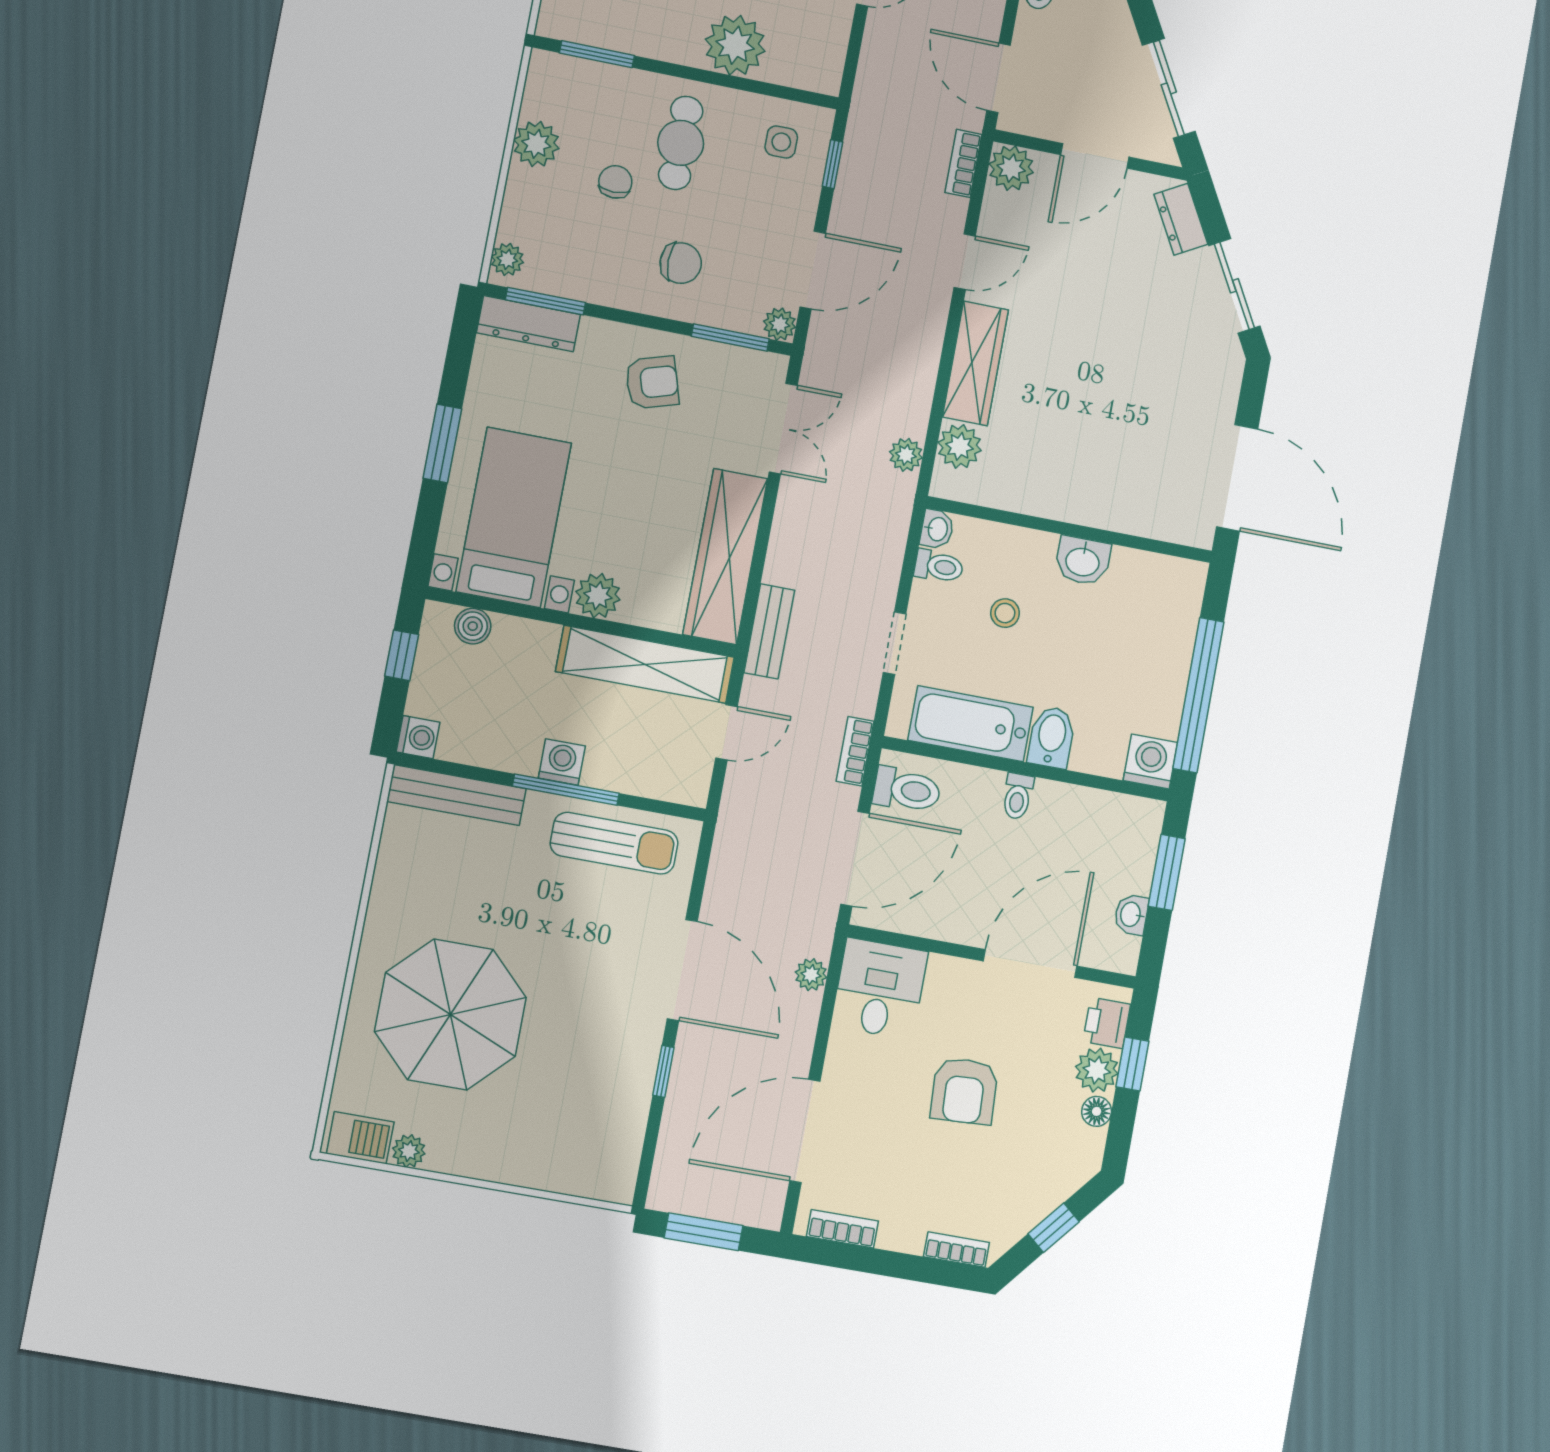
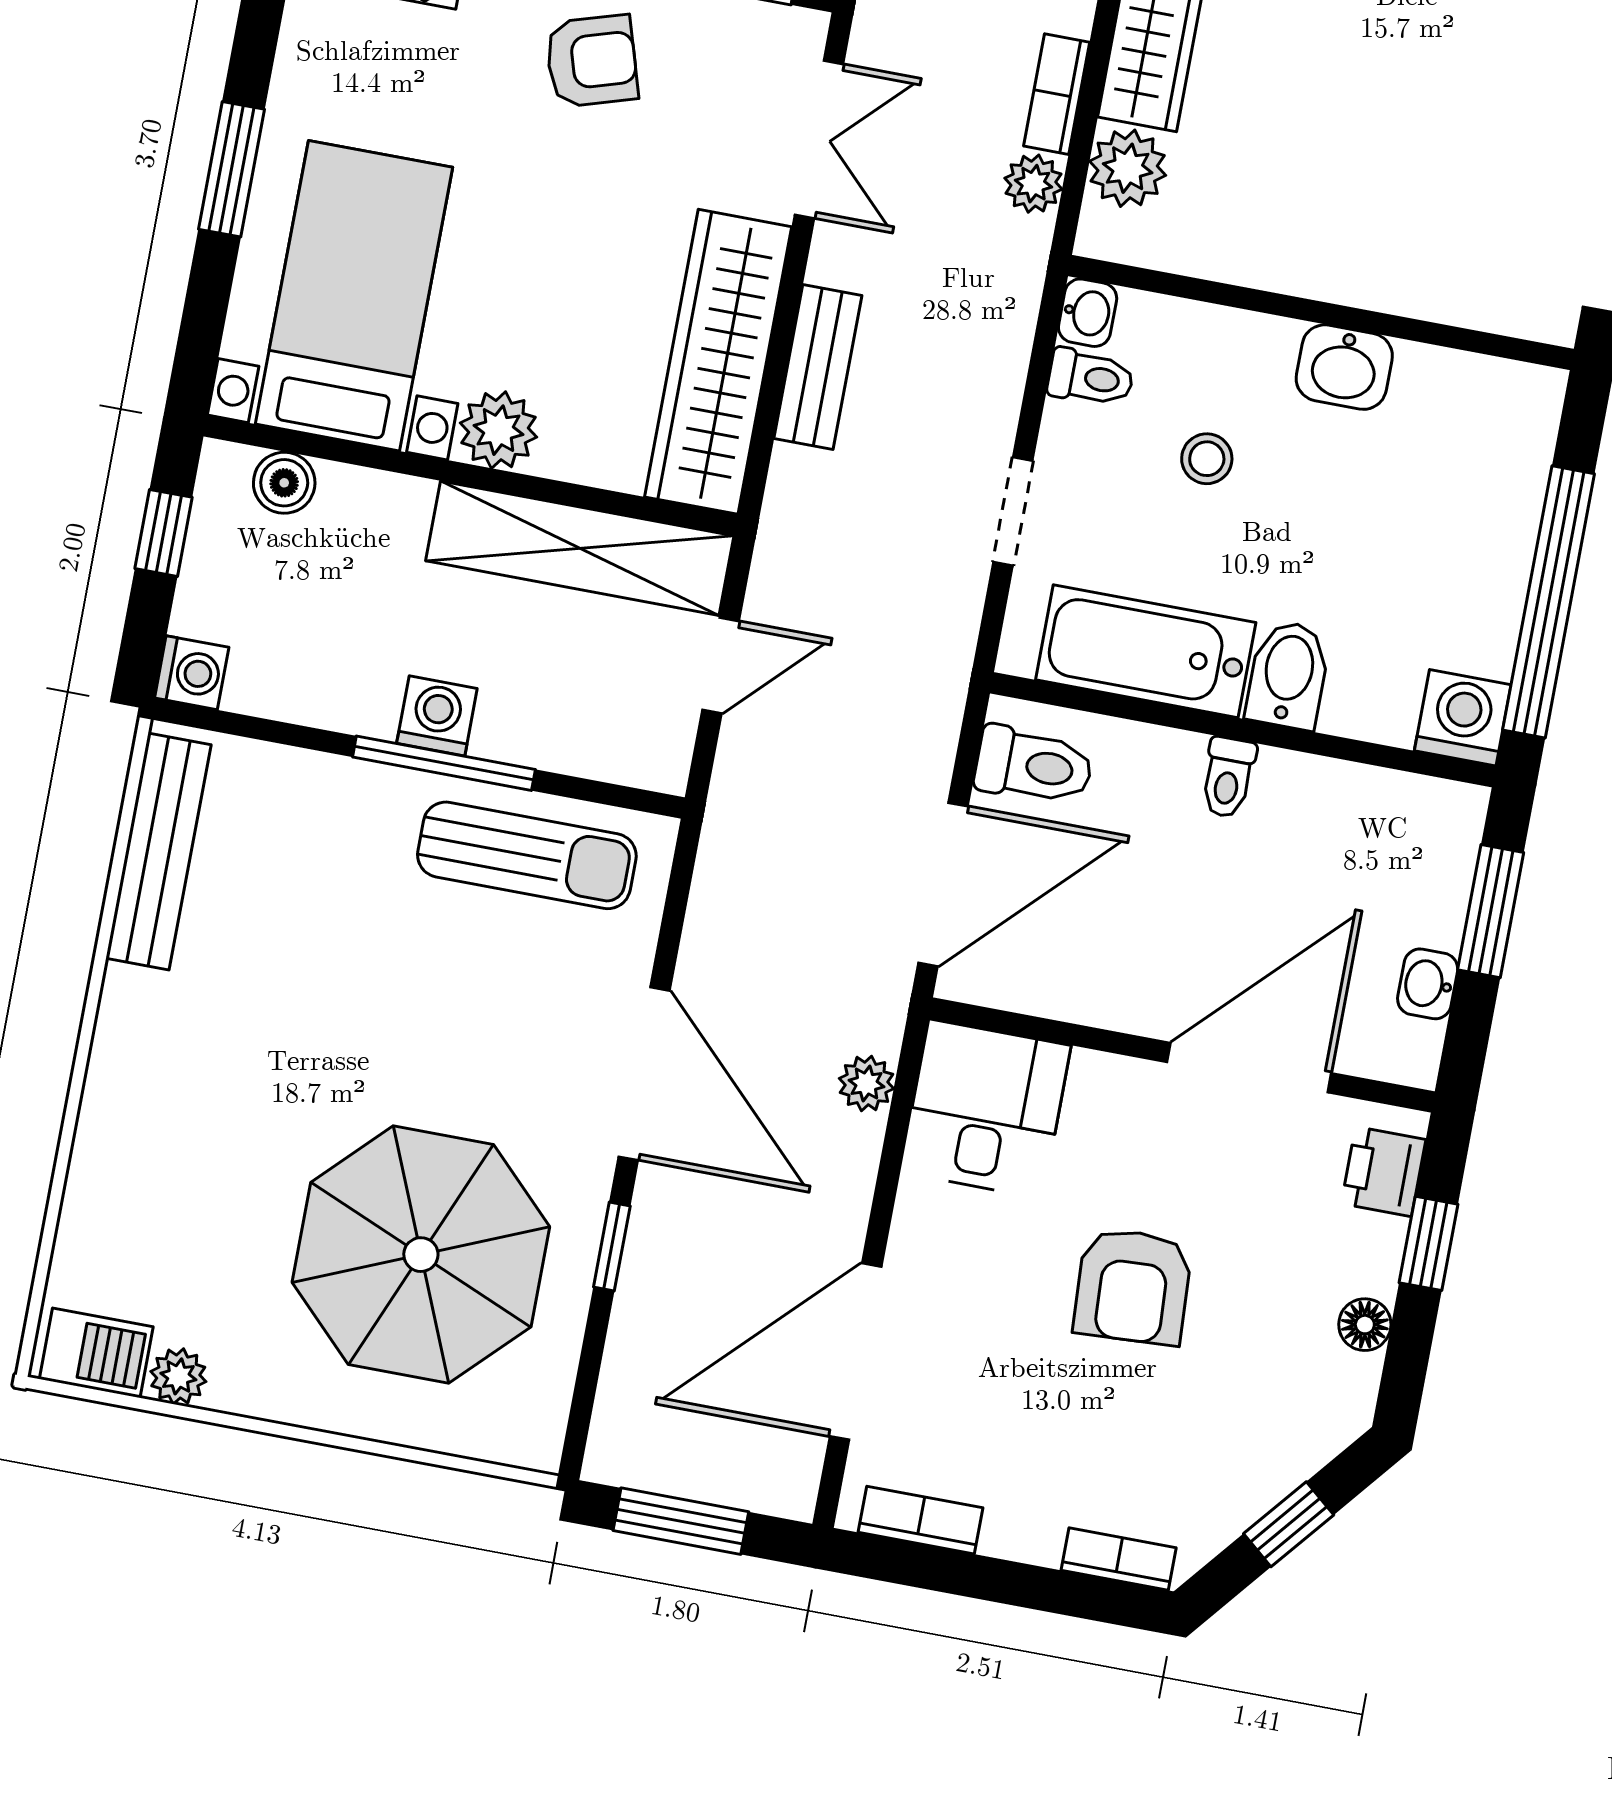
bench: (769, 631) -> (818, 367), moved
bookcase: (855, 751) -> (1057, 94), moved
bench: (457, 795) -> (158, 851), moved, turned 90
parasol: (450, 1015) -> (421, 1255), moved
plant: (1097, 1070) -> (1366, 1253), removed

